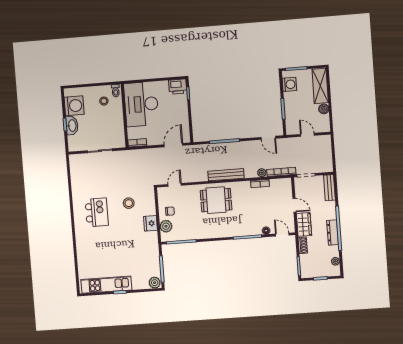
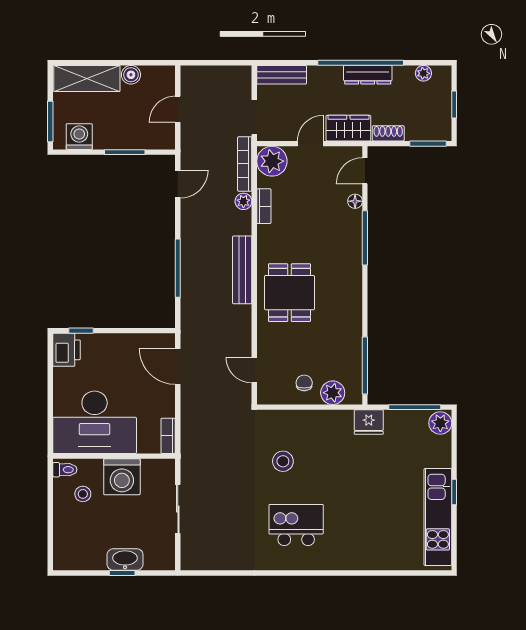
washing machine: (74, 106) -> (122, 477), moved, turned 180
plant: (284, 186) -> (272, 161), added
fridge: (151, 223) -> (369, 422), moved

